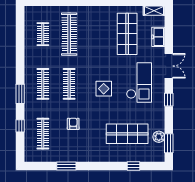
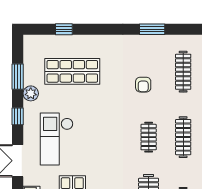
clothes rail: (69, 84) -> (149, 137), width x0.73
display table: (104, 89) -> (103, 131), removed
plant: (159, 137) -> (31, 93), moved
window: (169, 143) -> (18, 77), moved

